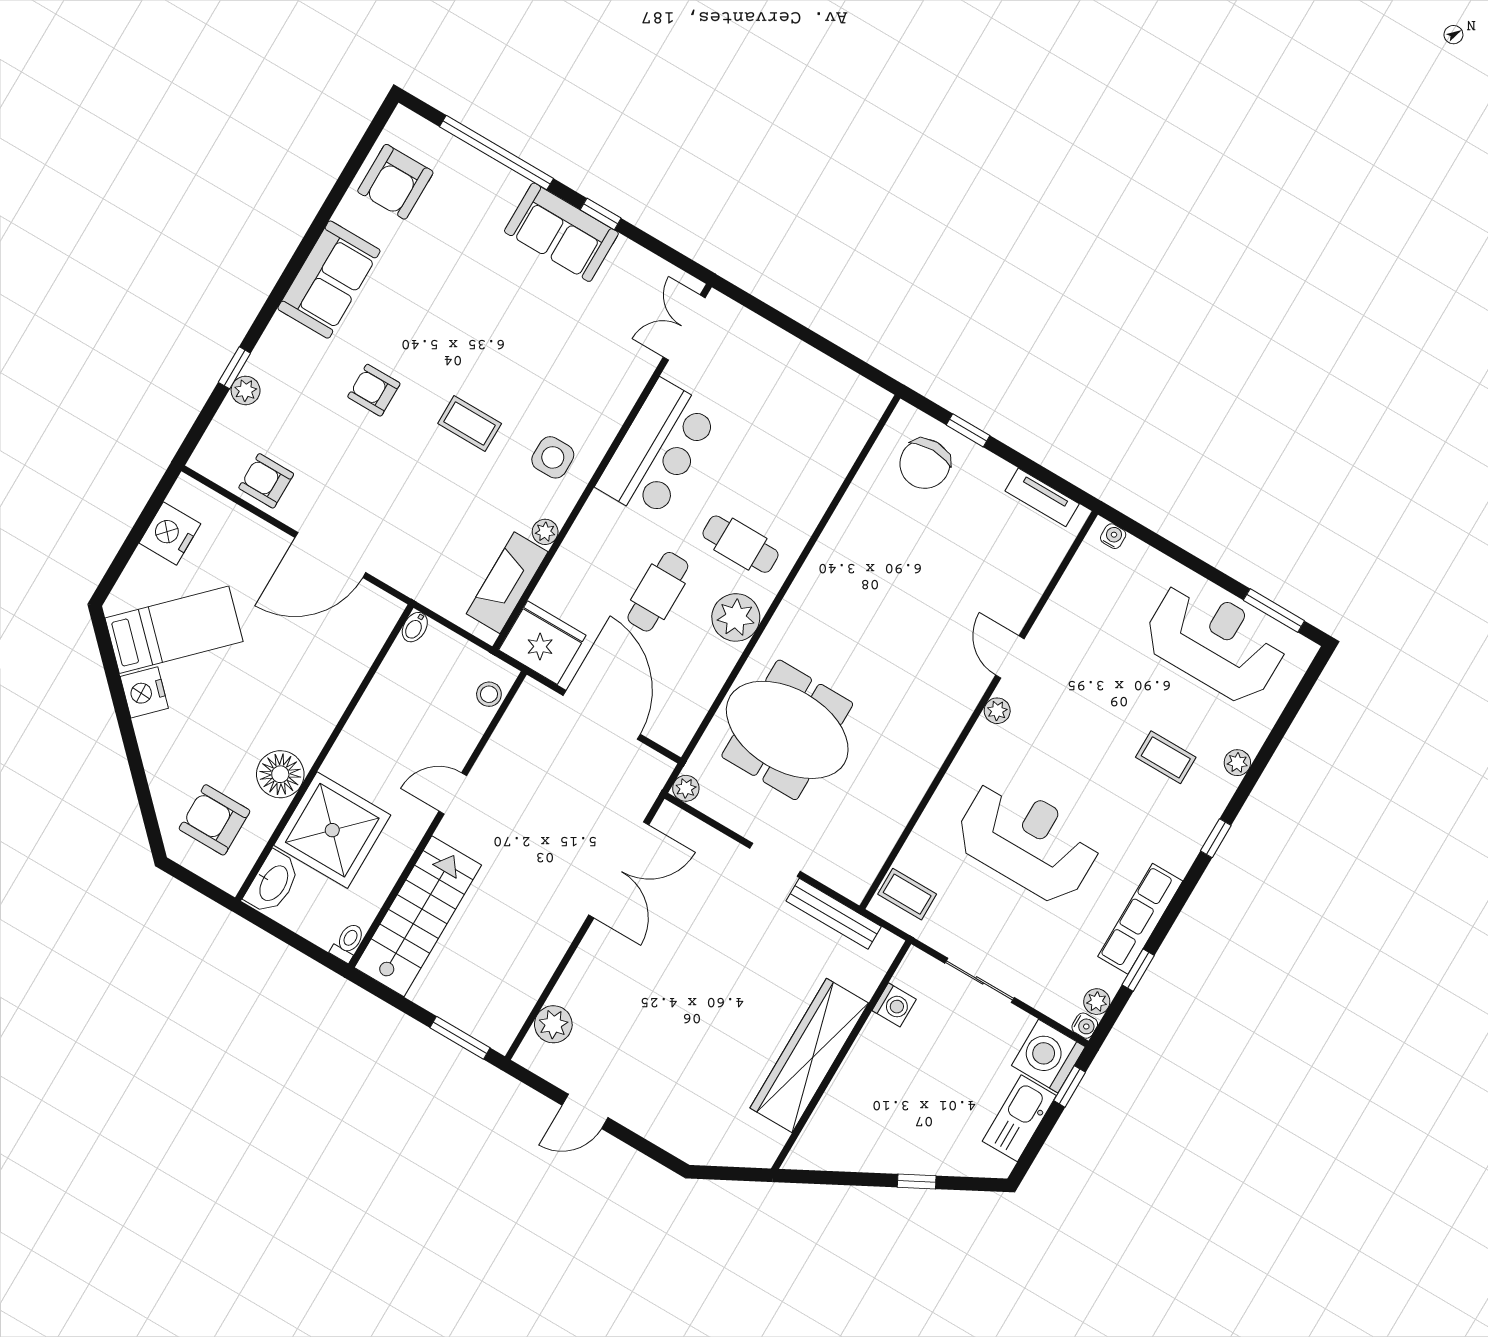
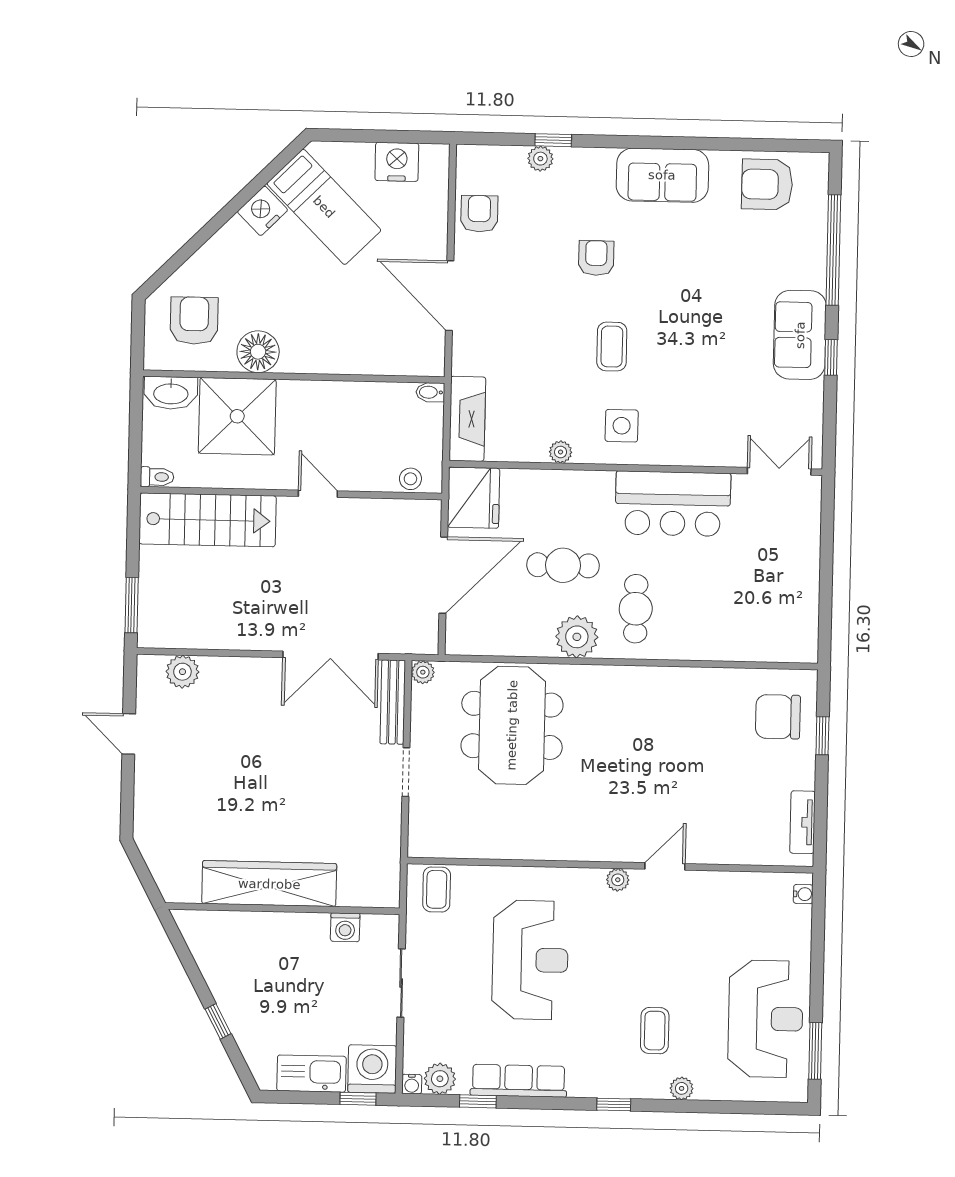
fireplace: (507, 583) -> (467, 419), moved, turned 90
bench: (834, 914) -> (393, 702), moved
plant: (1097, 1002) -> (440, 1079), width x1.38, depth x1.38

